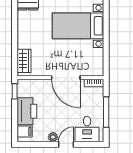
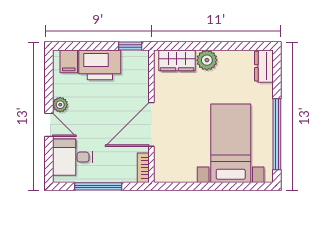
plant: (24, 41) -> (207, 60), added

